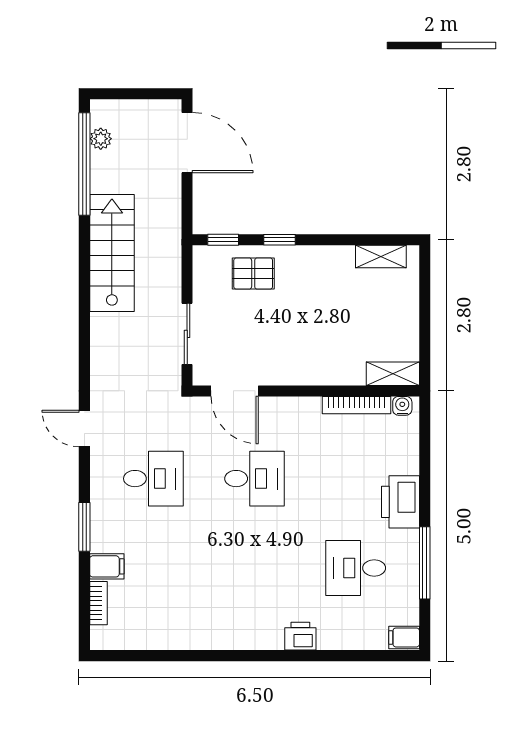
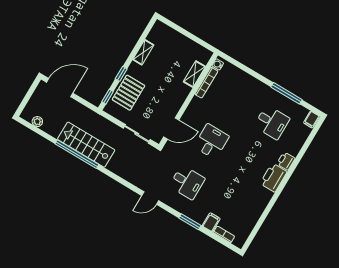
window: (84, 164) -> (77, 154), moved
shelving: (381, 256) -> (143, 52), moved
pallet: (253, 274) -> (128, 93), width x1.50, depth x1.42
shelving: (393, 374) -> (194, 74), moved
desk: (153, 479) -> (187, 182), turned 90
printer: (401, 502) -> (274, 178), moved, turned 90
desk: (356, 568) -> (272, 122), turned -90

